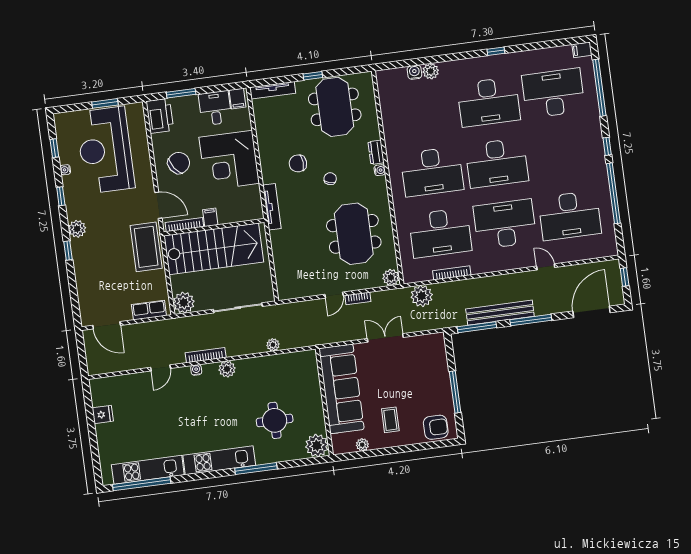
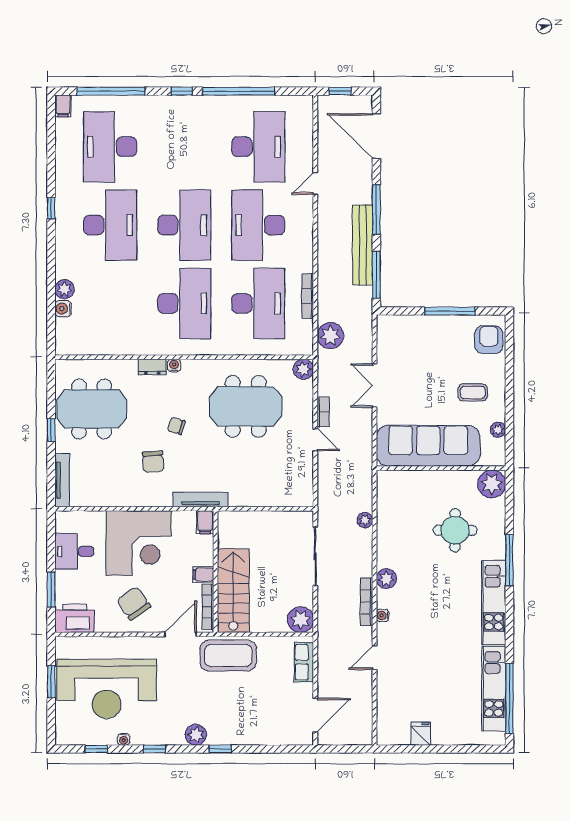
filing cabinet: (238, 99) -> (205, 522), moved, turned 90
stairs: (214, 249) -> (233, 591), width x0.73, depth x0.66
door: (161, 368) -> (374, 658), swing flipped

